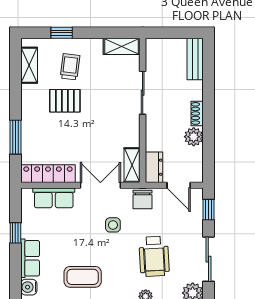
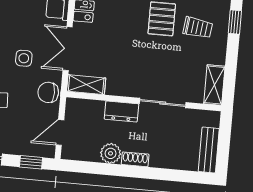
bench: (195, 59) -> (209, 150), moved, turned 90
dresser: (154, 167) -> (121, 111), moved
double door: (100, 185) -> (68, 49), swing flipped

